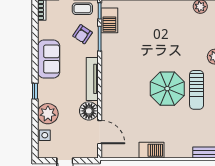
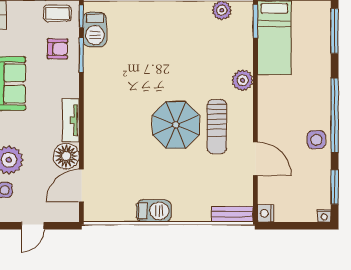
armchair: (83, 34) -> (57, 49), turned -123
tv unit: (92, 79) -> (71, 120), width x0.71
door: (100, 132) -> (81, 186), swing flipped

